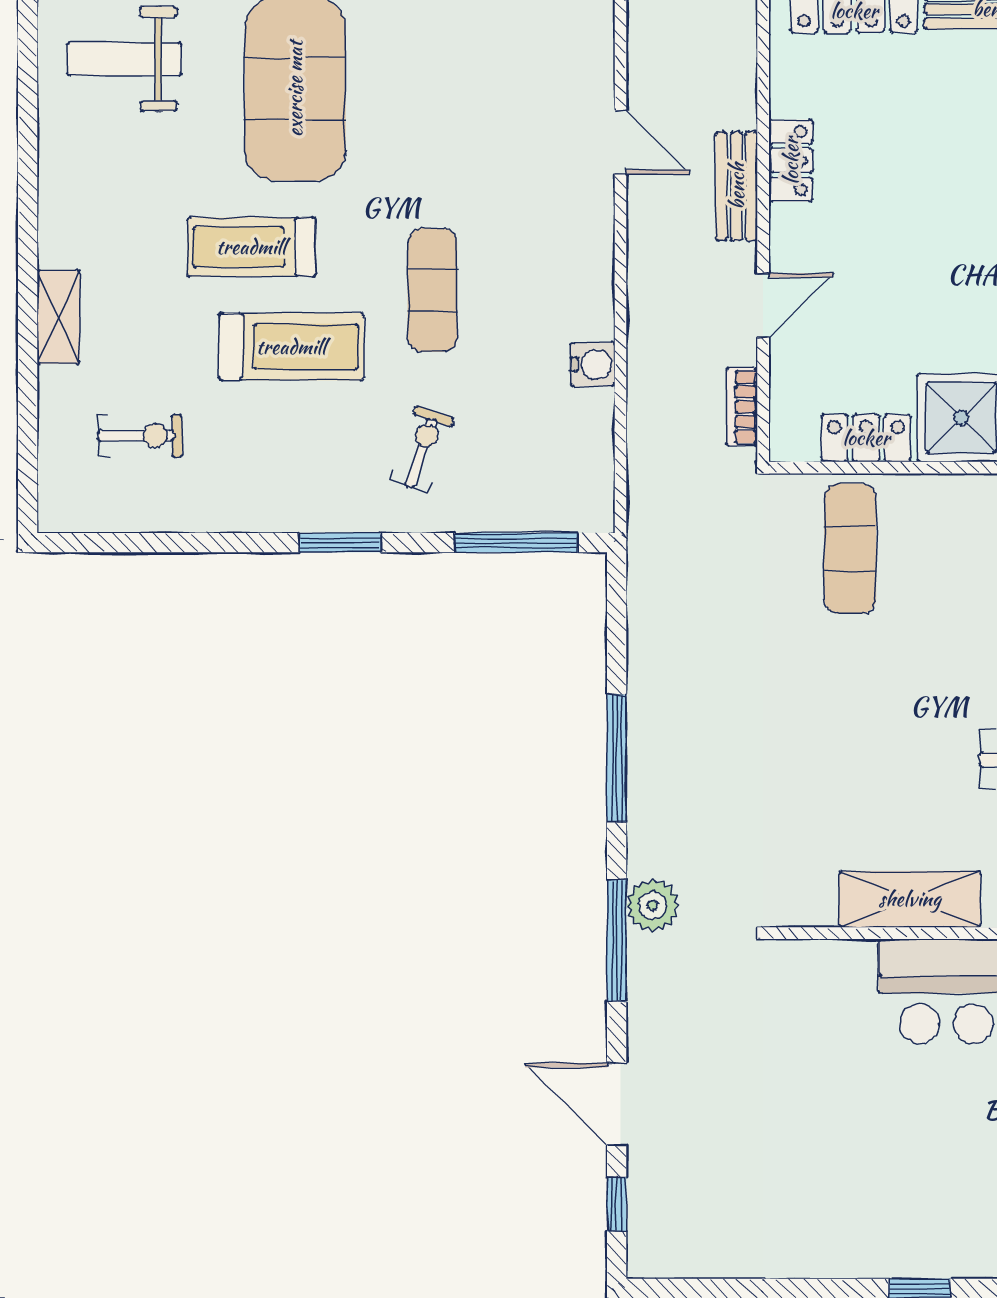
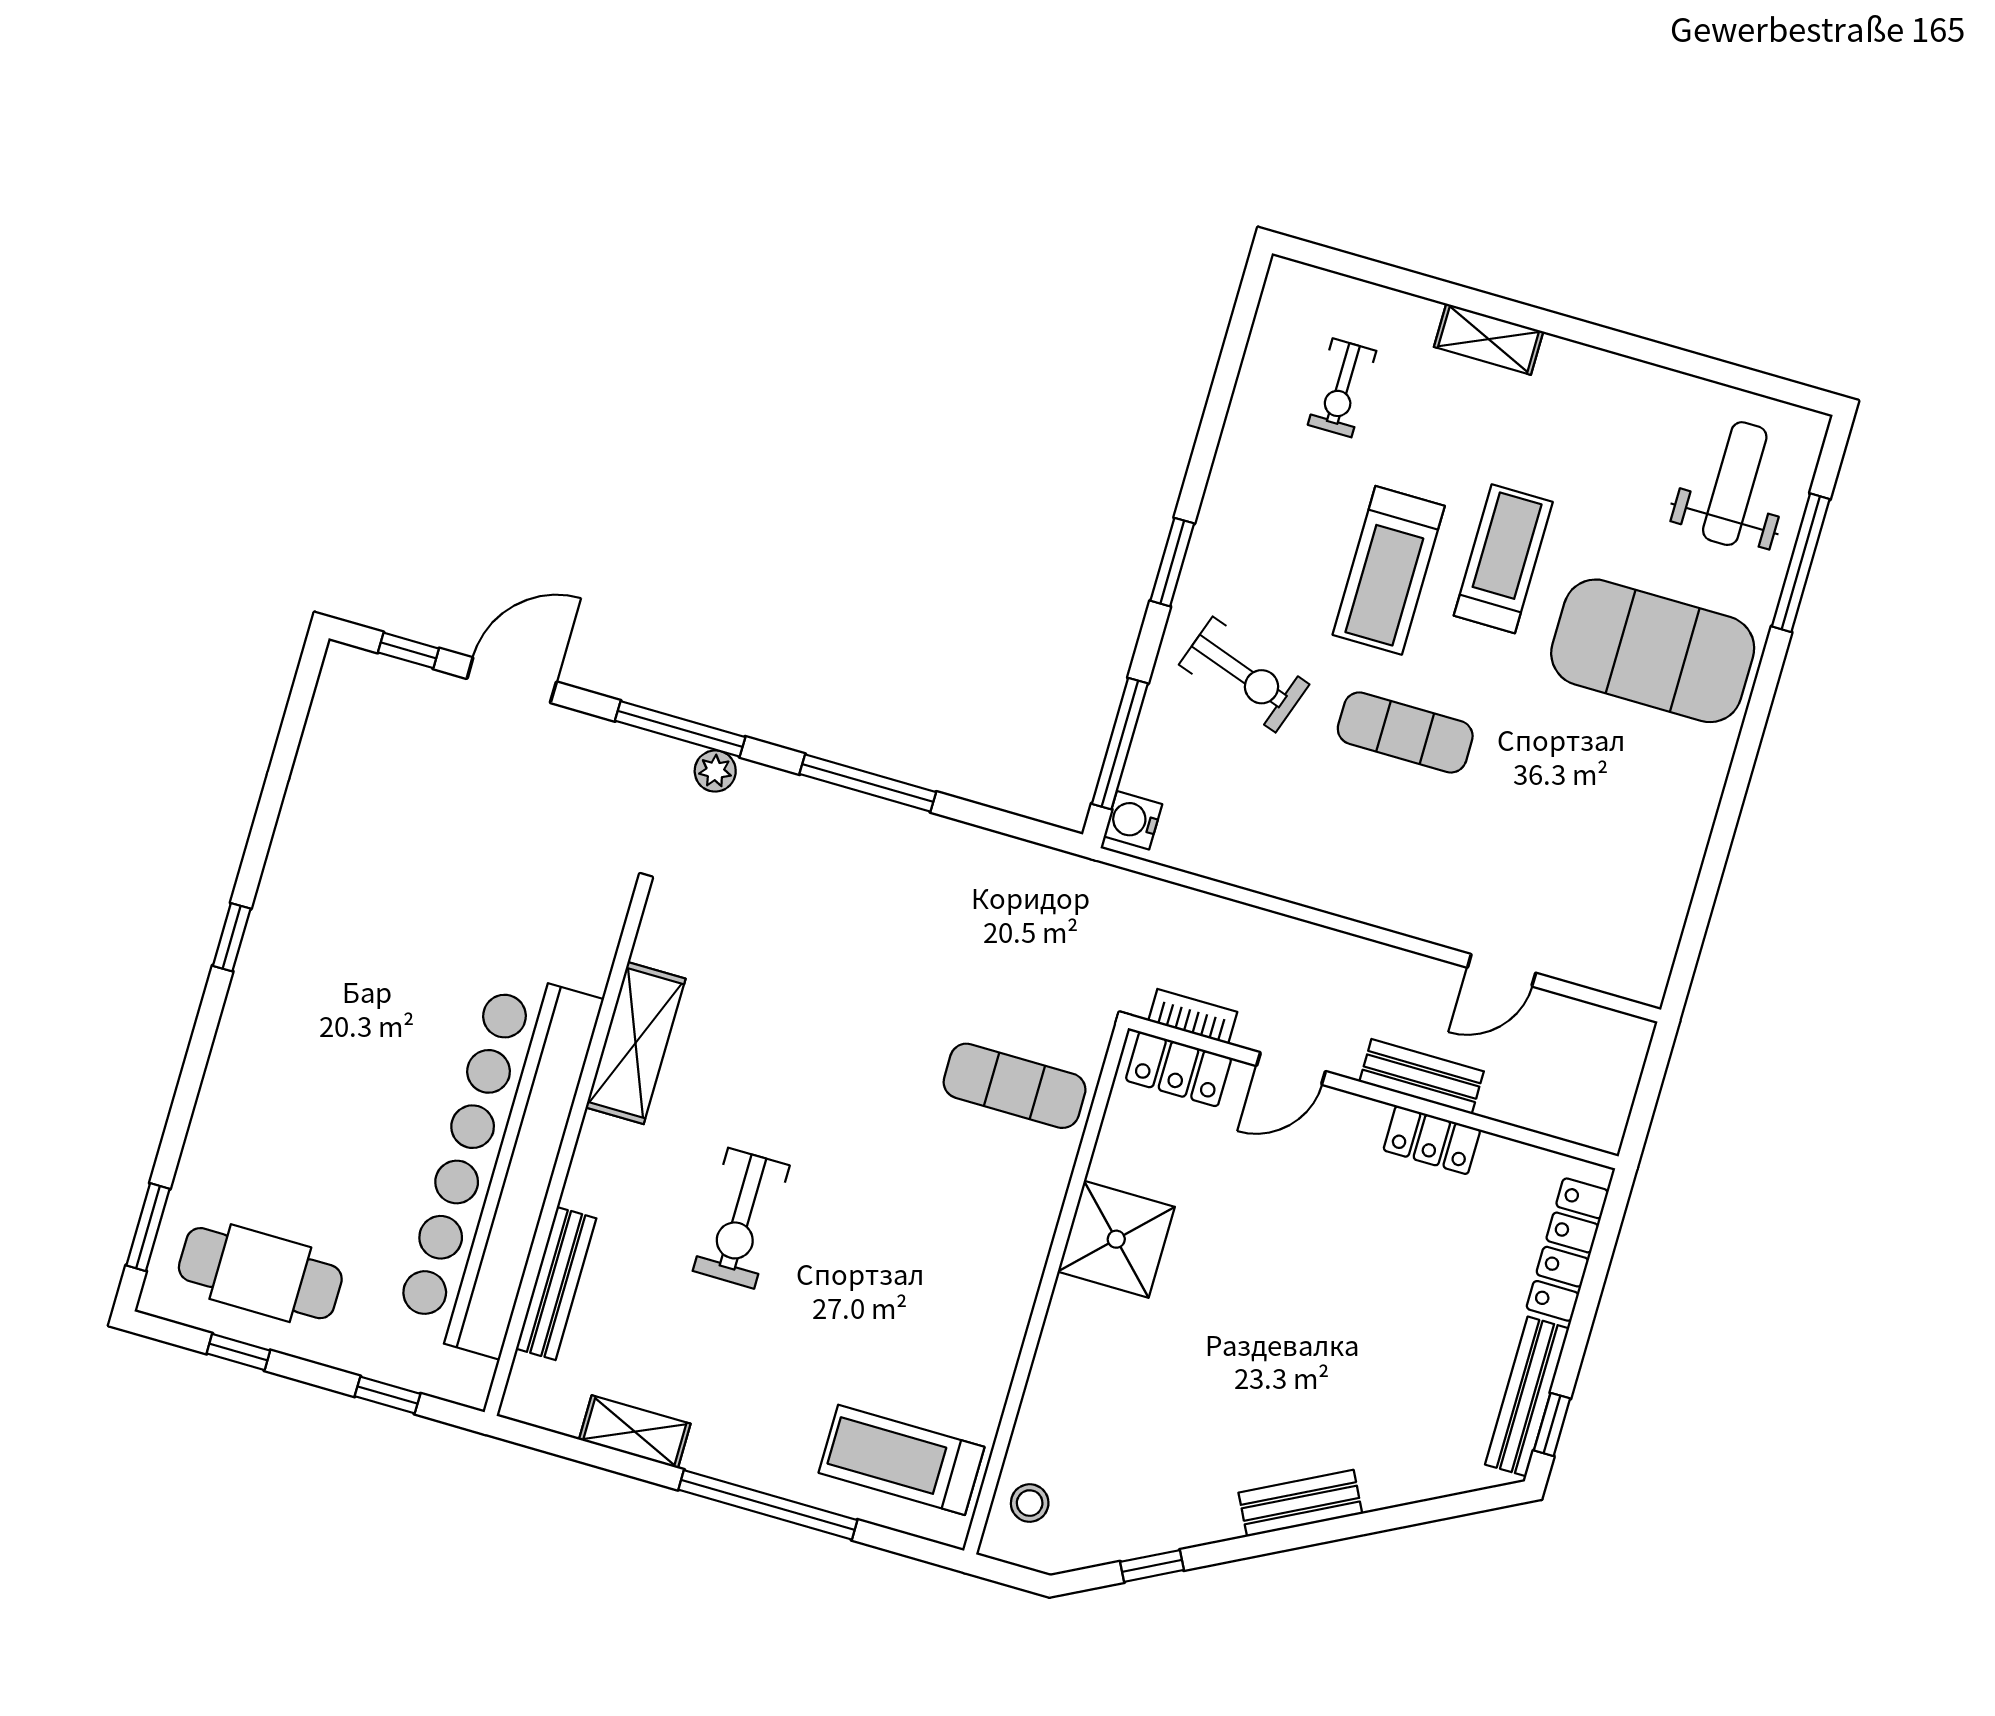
door: (763, 305) -> (1291, 1068), hinge flipped
water cooler: (593, 364) -> (1133, 820), moved, turned 90
locker: (866, 438) -> (1179, 1069), moved, turned 90
exercise bike: (422, 449) -> (1244, 674), width x1.38, depth x1.39
plant: (653, 905) -> (715, 771), width x0.73, depth x0.73

